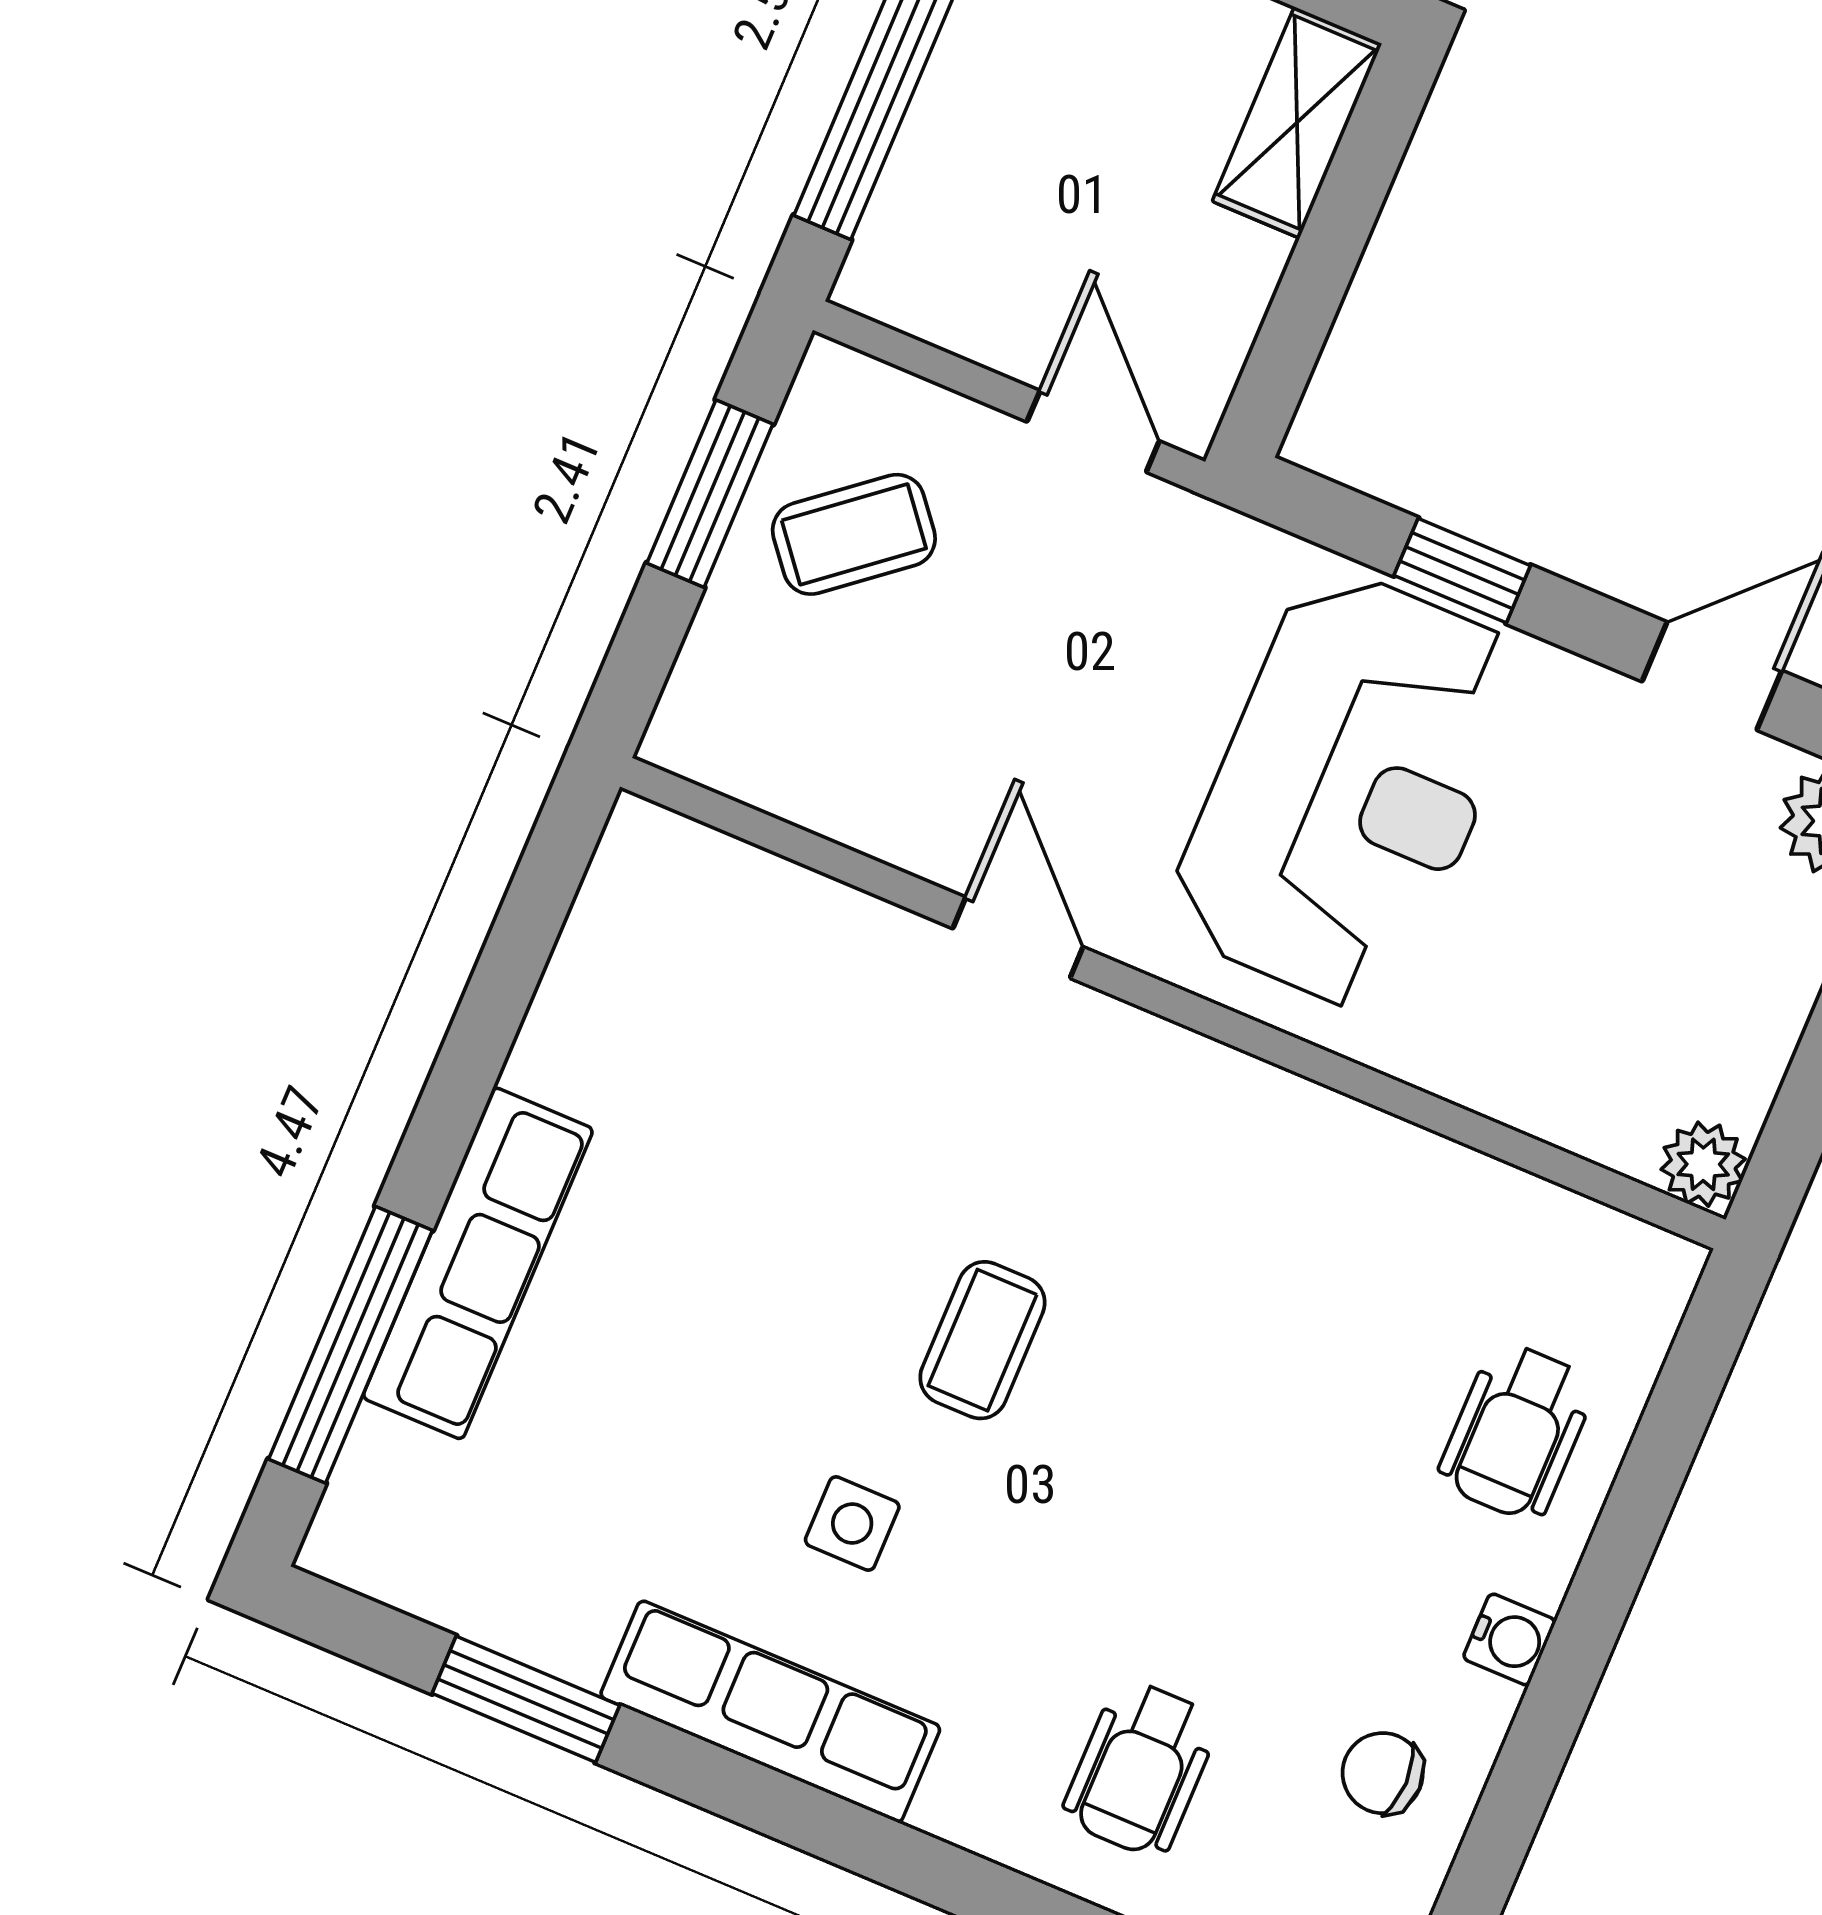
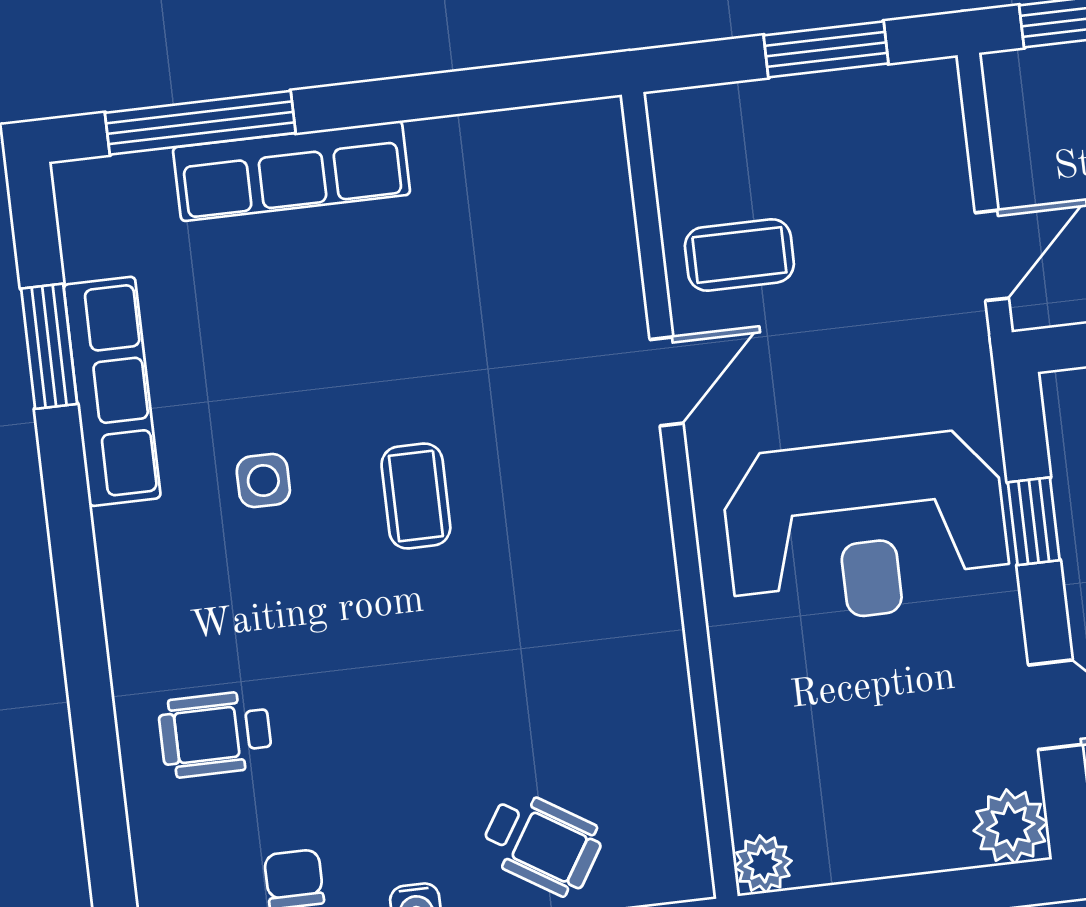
coffee table: (854, 534) -> (739, 255), moved, turned -51
coffee table: (982, 1340) -> (416, 496), turned 90
wheelchair: (1517, 1431) -> (542, 843), turned -148
row of seats: (770, 1712) -> (112, 391), moved

